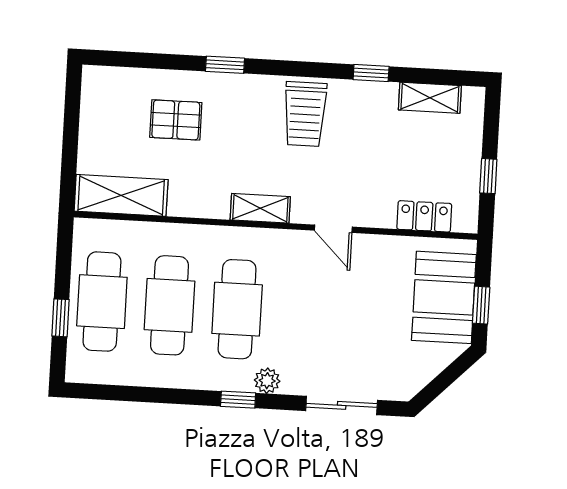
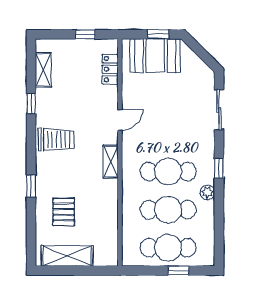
shelving: (121, 195) -> (67, 256), moved, turned 90
plant: (267, 381) -> (207, 192), moved

